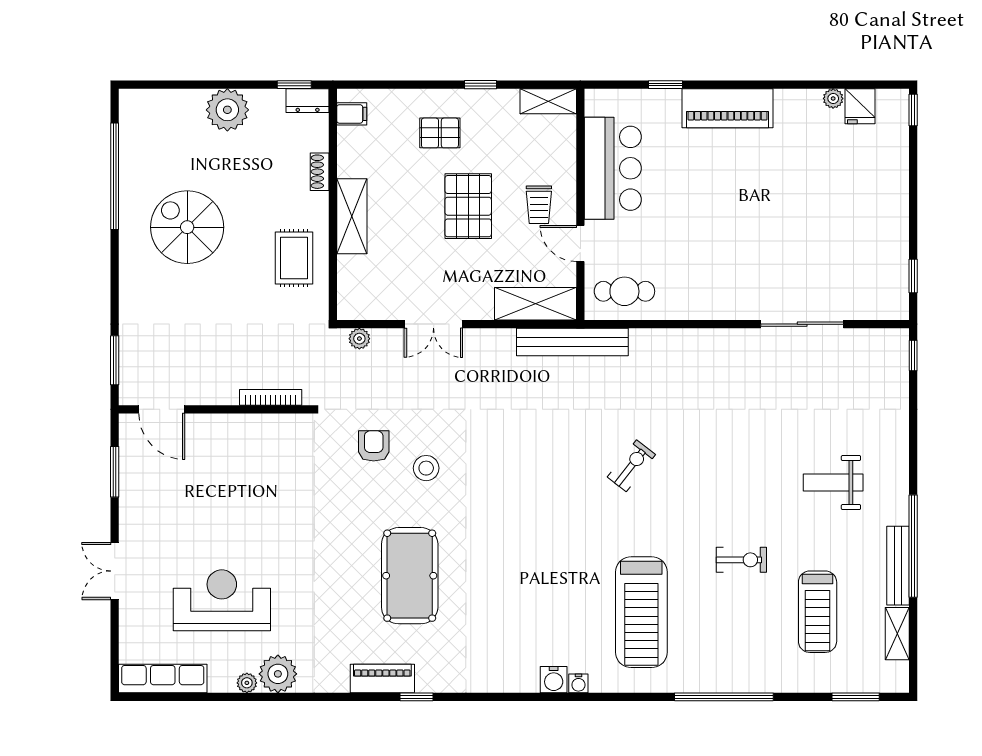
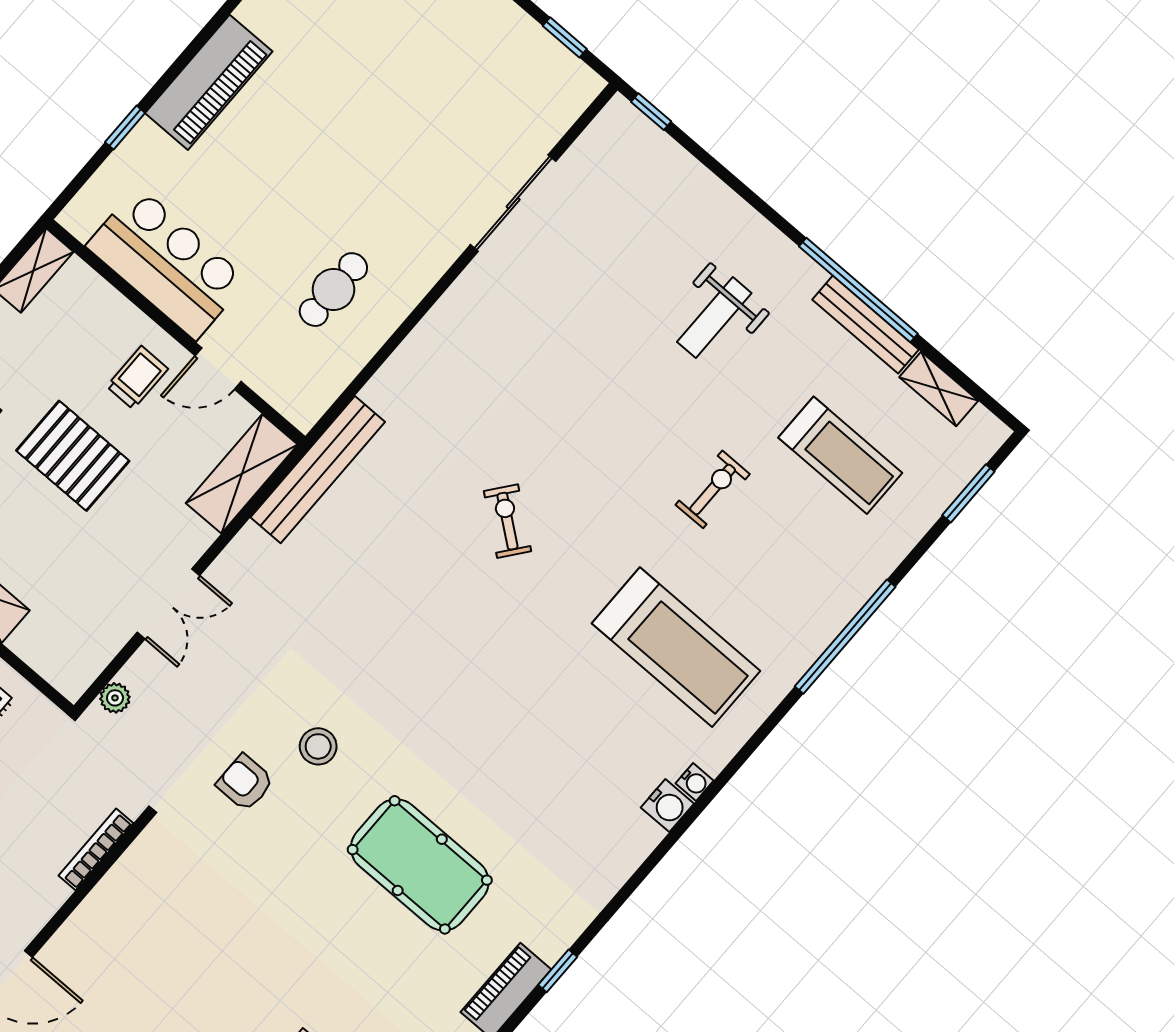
trolley: (539, 205) -> (137, 378), turned -90
cafe table: (624, 291) -> (333, 290), moved

